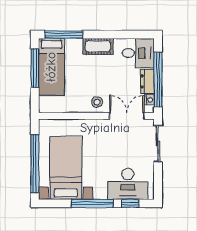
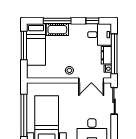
window: (64, 34) -> (57, 21), moved
window: (128, 34) -> (92, 21), added
cot: (98, 46) -> (57, 30), moved
double door: (127, 116) -> (91, 80), swing flipped

